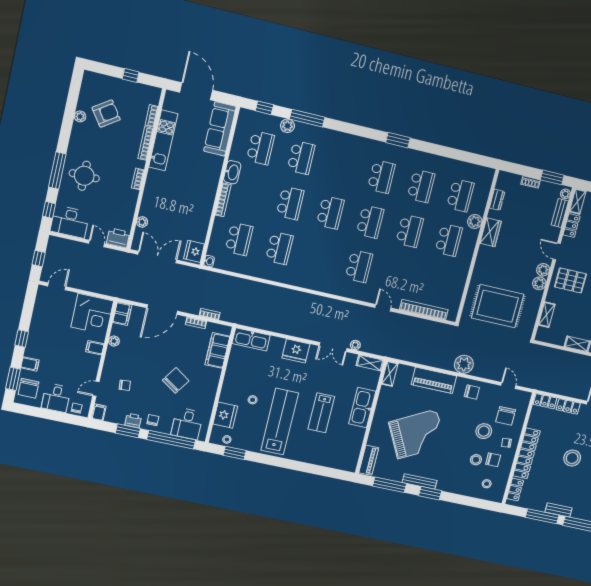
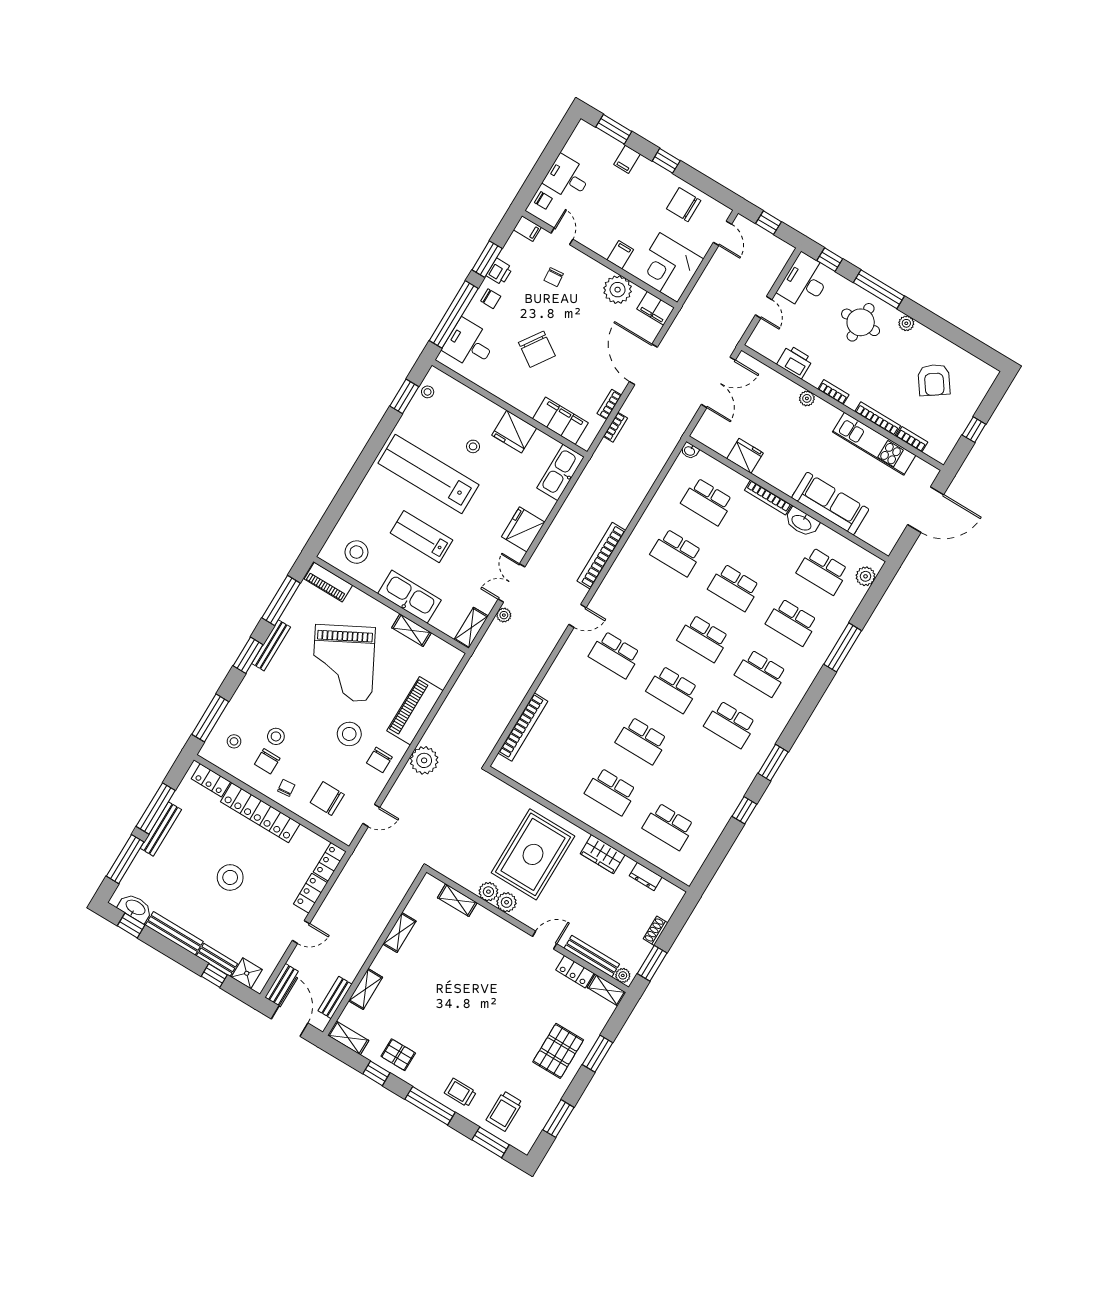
window: (264, 108) -> (744, 810), moved
plant: (80, 116) -> (906, 323), moved
plant: (287, 126) -> (866, 576), moved
sofa: (220, 129) -> (830, 503), moved
school desk: (421, 186) -> (761, 673), moved
bench: (560, 213) -> (592, 956), width x1.36
plant: (475, 221) -> (625, 836), removed
plant: (142, 222) -> (807, 398), moved
printer: (118, 238) -> (795, 362), moved, turned -90
door: (97, 244) -> (764, 307), hinge flipped
fridge: (194, 251) -> (745, 456), moved
plant: (543, 270) -> (488, 892), moved
pallet: (571, 280) -> (496, 948), removed
bookcase: (297, 296) -> (601, 556), added
rug: (498, 306) -> (533, 854), moved
door: (383, 308) -> (577, 616), moved
plant: (114, 341) -> (618, 290), width x1.87, depth x1.87
shelving: (390, 374) -> (411, 630), moved
chair: (28, 388) -> (684, 205), moved
fridge: (225, 415) -> (514, 432), moved
lab bench: (280, 422) -> (428, 474), turned 180
stool: (484, 431) -> (349, 734), moved
stool: (344, 449) -> (356, 552), added
window: (476, 503) -> (210, 718), added
bench: (559, 510) -> (161, 829), width x1.36

